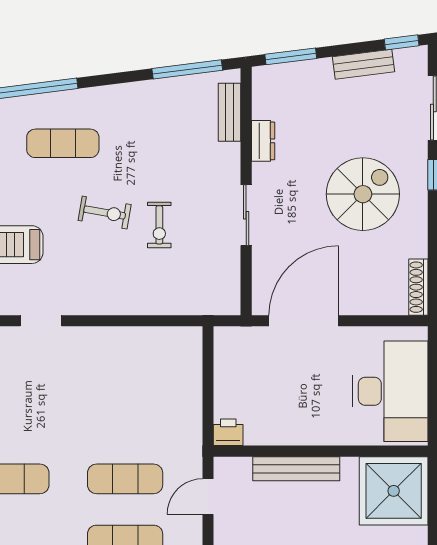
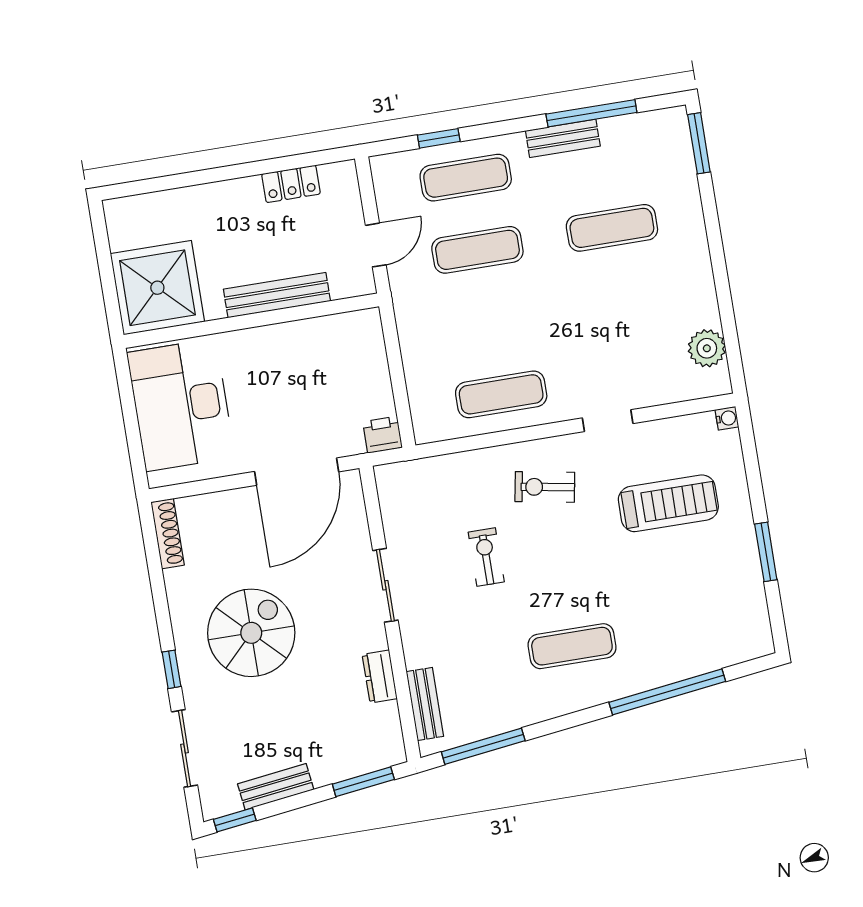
exercise mat: (63, 143) -> (572, 646), moved
spiral stairs: (363, 194) -> (251, 633), turned 180
exercise bike: (105, 212) -> (545, 487), moved
exercise mat: (125, 357) -> (501, 394), added
printer: (228, 432) -> (382, 435), moved, turned 180

